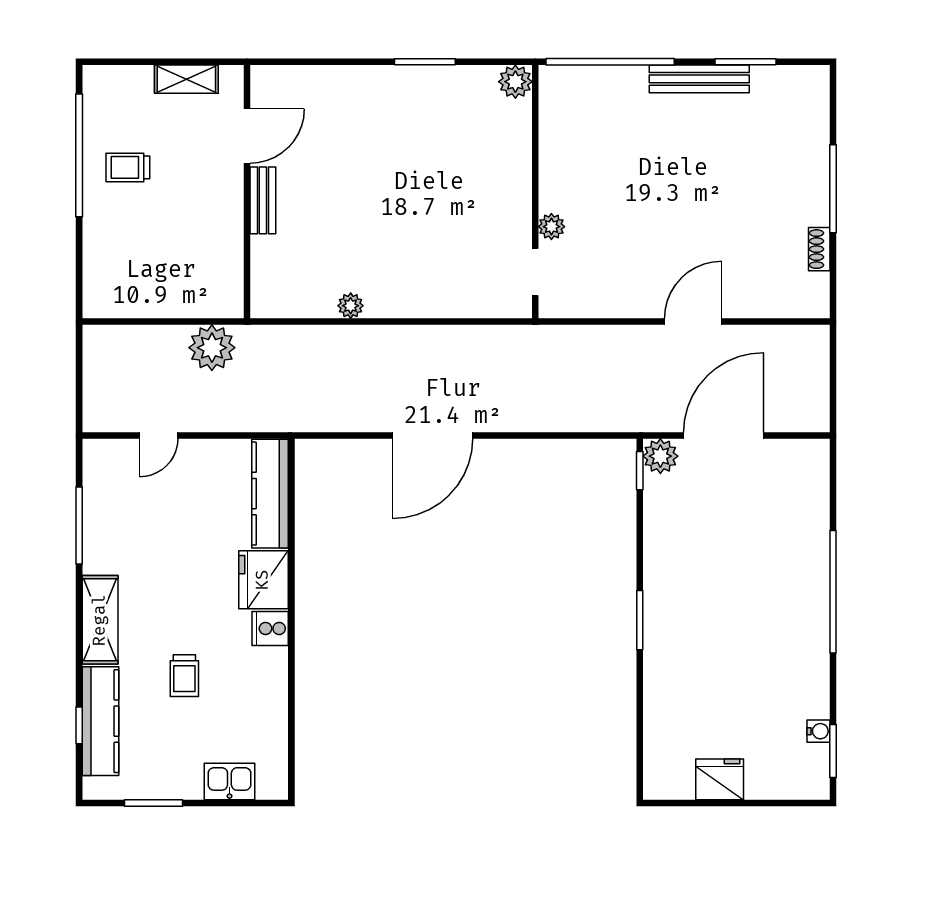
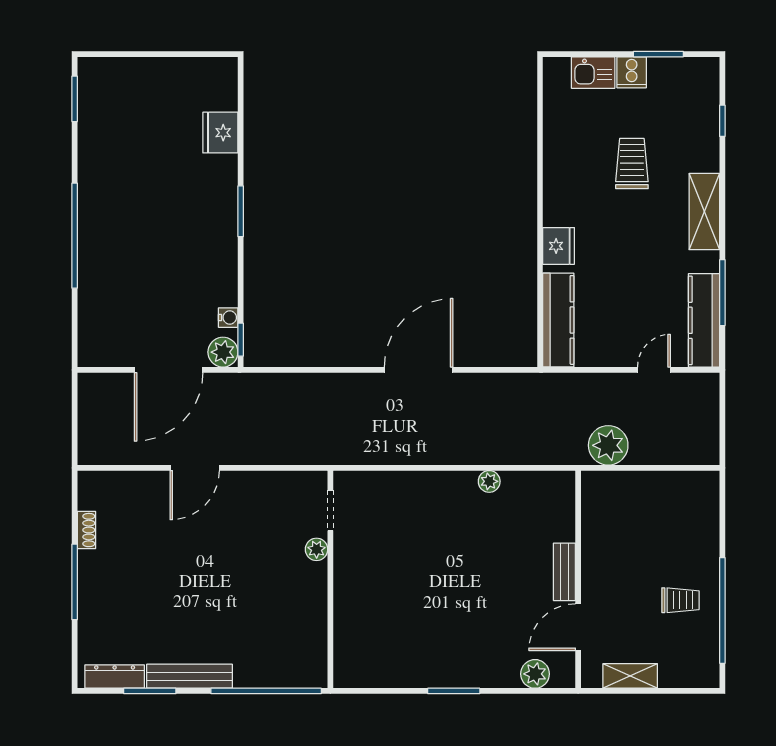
window: (425, 62) -> (454, 691), moved
dresser: (786, 79) -> (115, 677), added
plant: (515, 82) -> (535, 674), moved
fridge: (263, 580) -> (559, 246), width x0.73, depth x0.75
cooker: (270, 628) -> (632, 72), moved, turned 90
trolley: (184, 676) -> (632, 164), width x1.36, depth x1.39
kitchen counter: (100, 721) -> (704, 320), moved
water cooler: (818, 731) -> (228, 318), moved, turned 180
fridge: (720, 779) -> (220, 133), moved, turned 90

